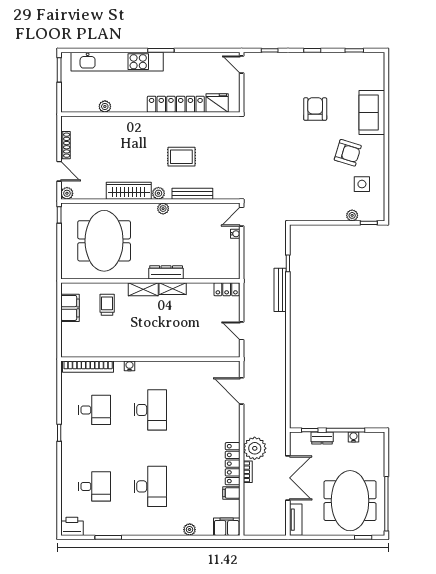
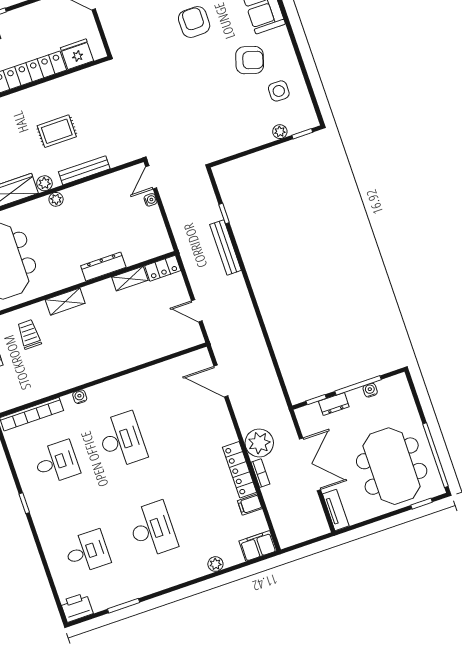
dresser: (166, 272) -> (103, 266), moved
shelving: (173, 289) -> (130, 279), moved

